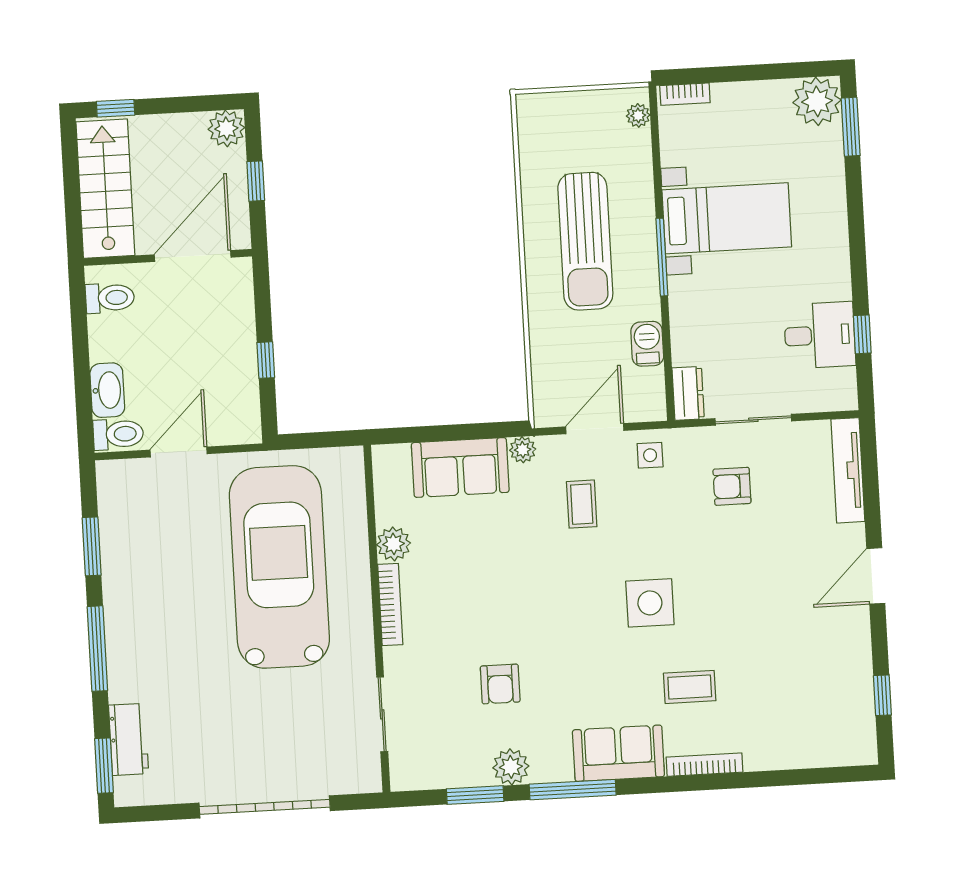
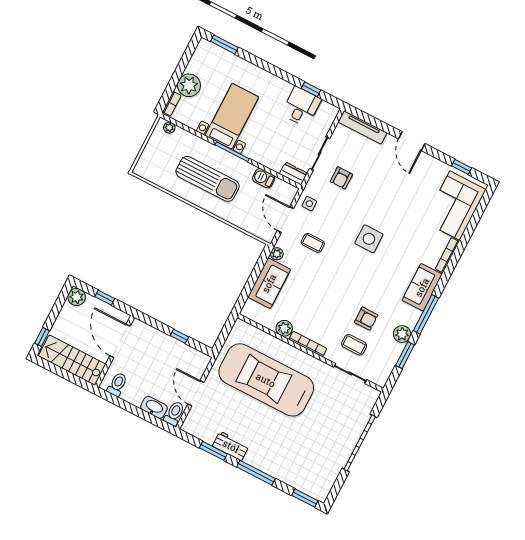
plant: (817, 101) -> (189, 85), moved
coffee table: (690, 687) -> (354, 345), moved, turned 90
corner sofa: (804, 725) -> (455, 206), added
workbench: (129, 739) -> (231, 446), moved

